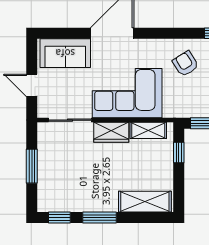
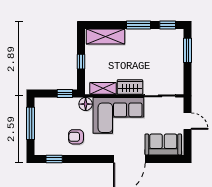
armchair: (186, 64) -> (76, 137), turned 122
floor lamp: (172, 109) -> (86, 104), added
window: (179, 153) -> (81, 62), moved
window: (32, 166) -> (188, 50), moved

